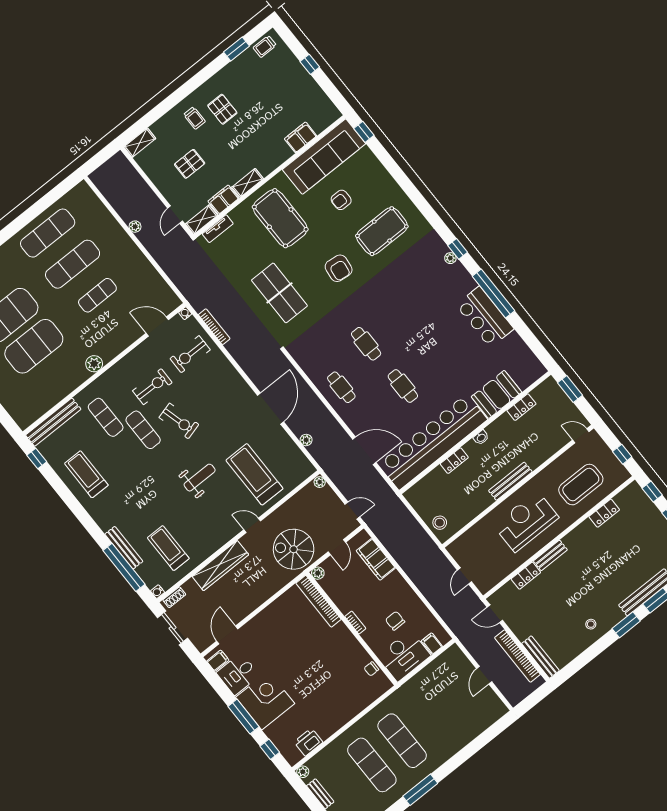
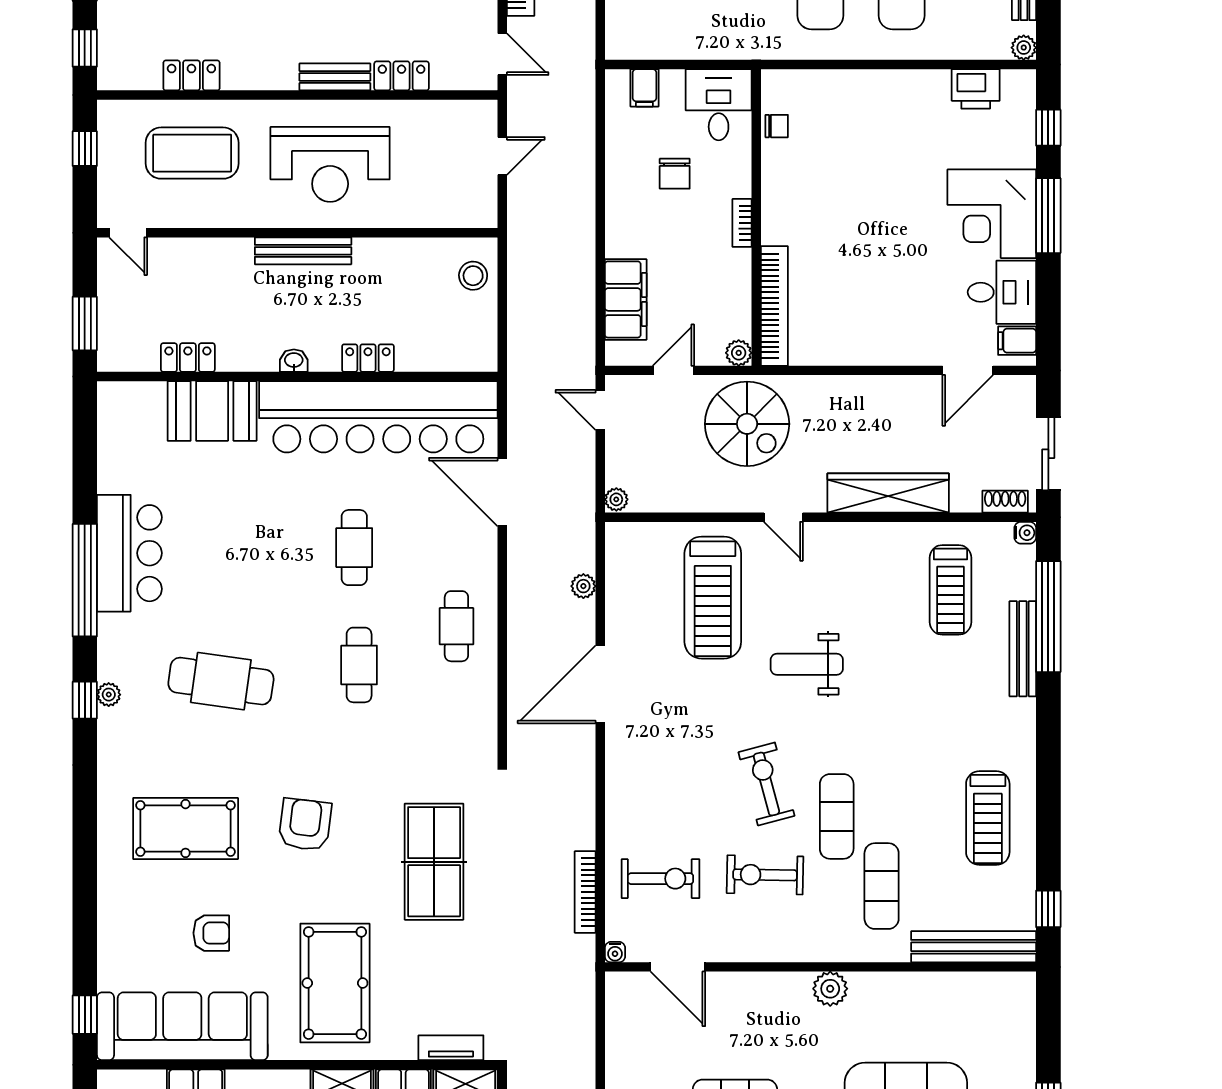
cafe table: (413, 297) -> (221, 681), added
desk: (404, 656) -> (719, 105), width x0.73

